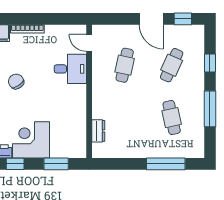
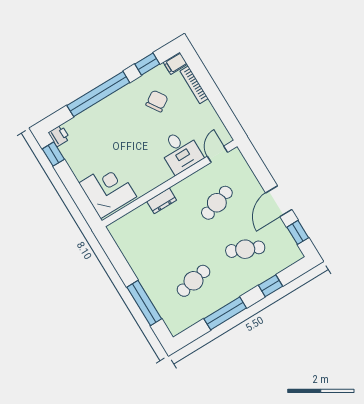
cafe table: (125, 65) -> (217, 203), turned -30
chair: (16, 81) -> (157, 101), moved
dresser: (98, 131) -> (162, 201), moved
corner desk: (31, 140) -> (108, 190), moved
window: (56, 164) -> (78, 195), removed

